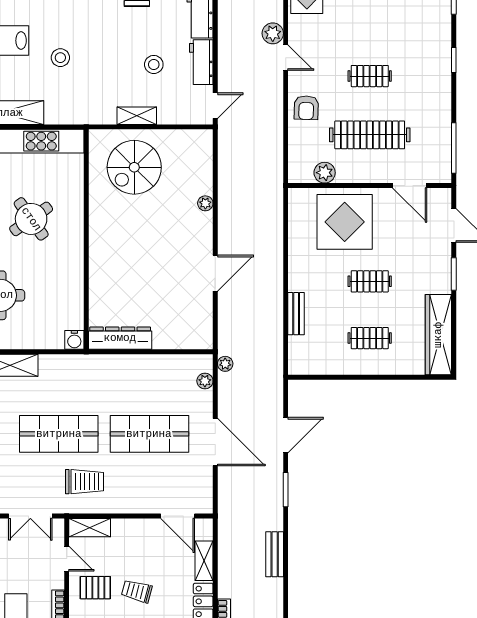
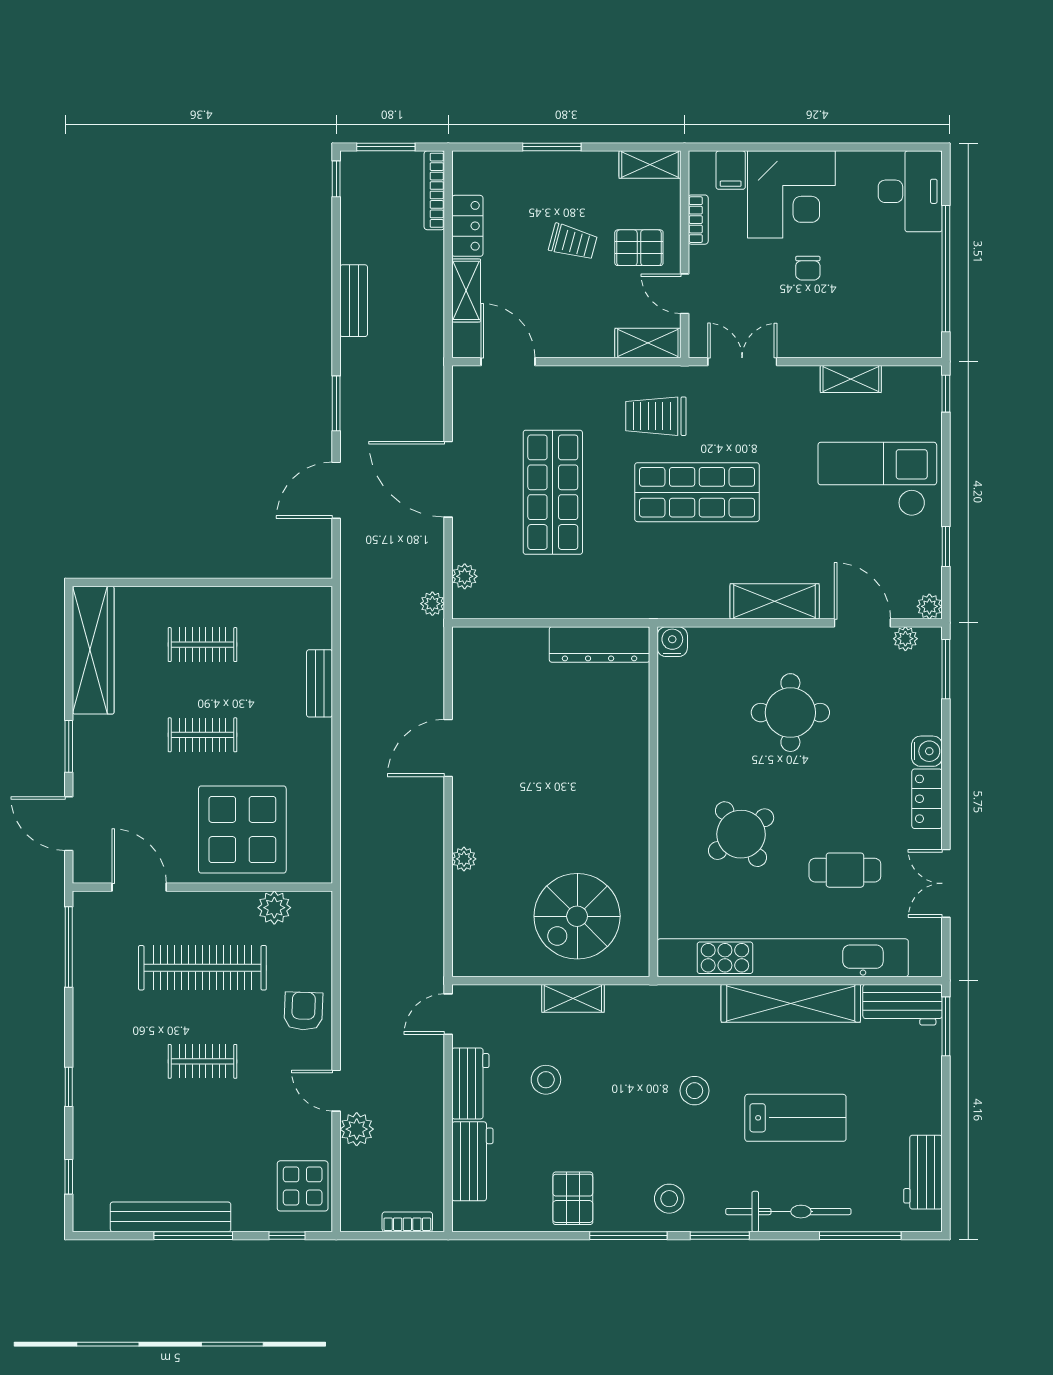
spiral stairs: (134, 167) -> (577, 916), turned 180
shop shelf: (149, 434) -> (553, 492), turned 90

